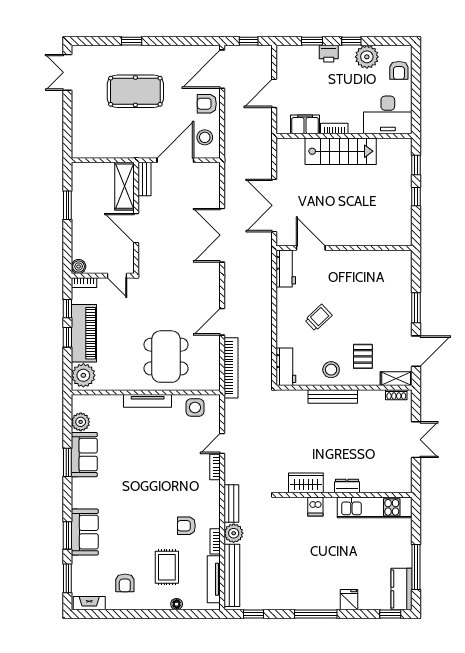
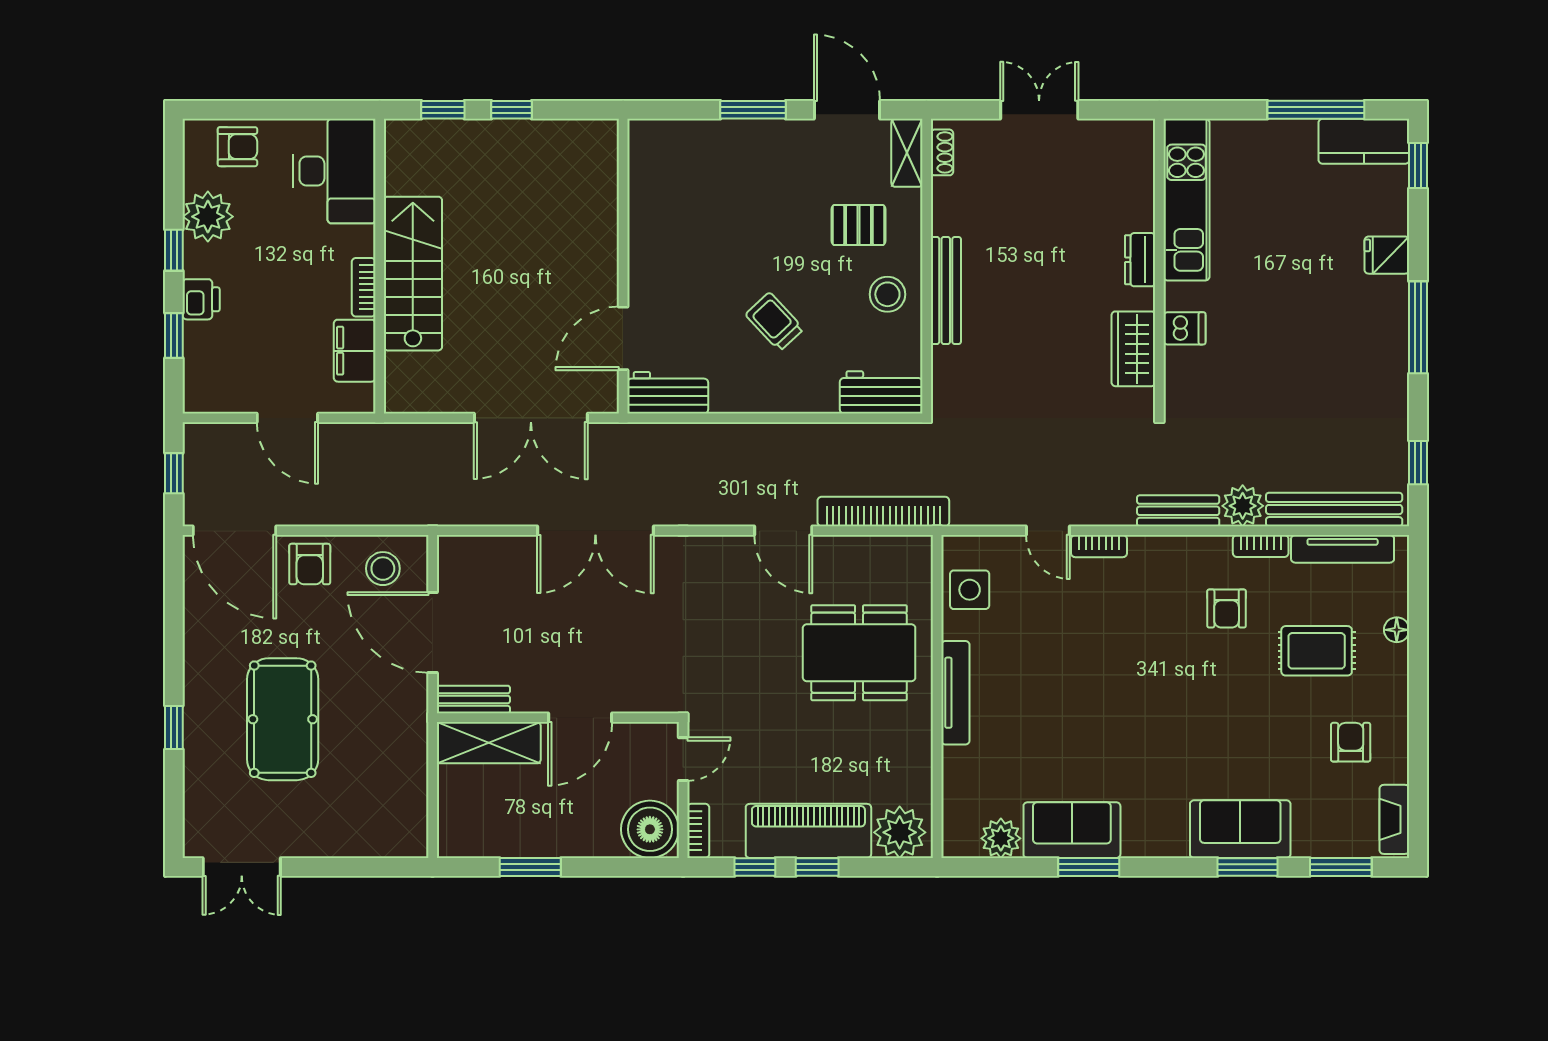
boiler: (79, 266) -> (650, 829), width x1.86, depth x1.86
armchair: (125, 583) -> (1351, 742), turned -90

